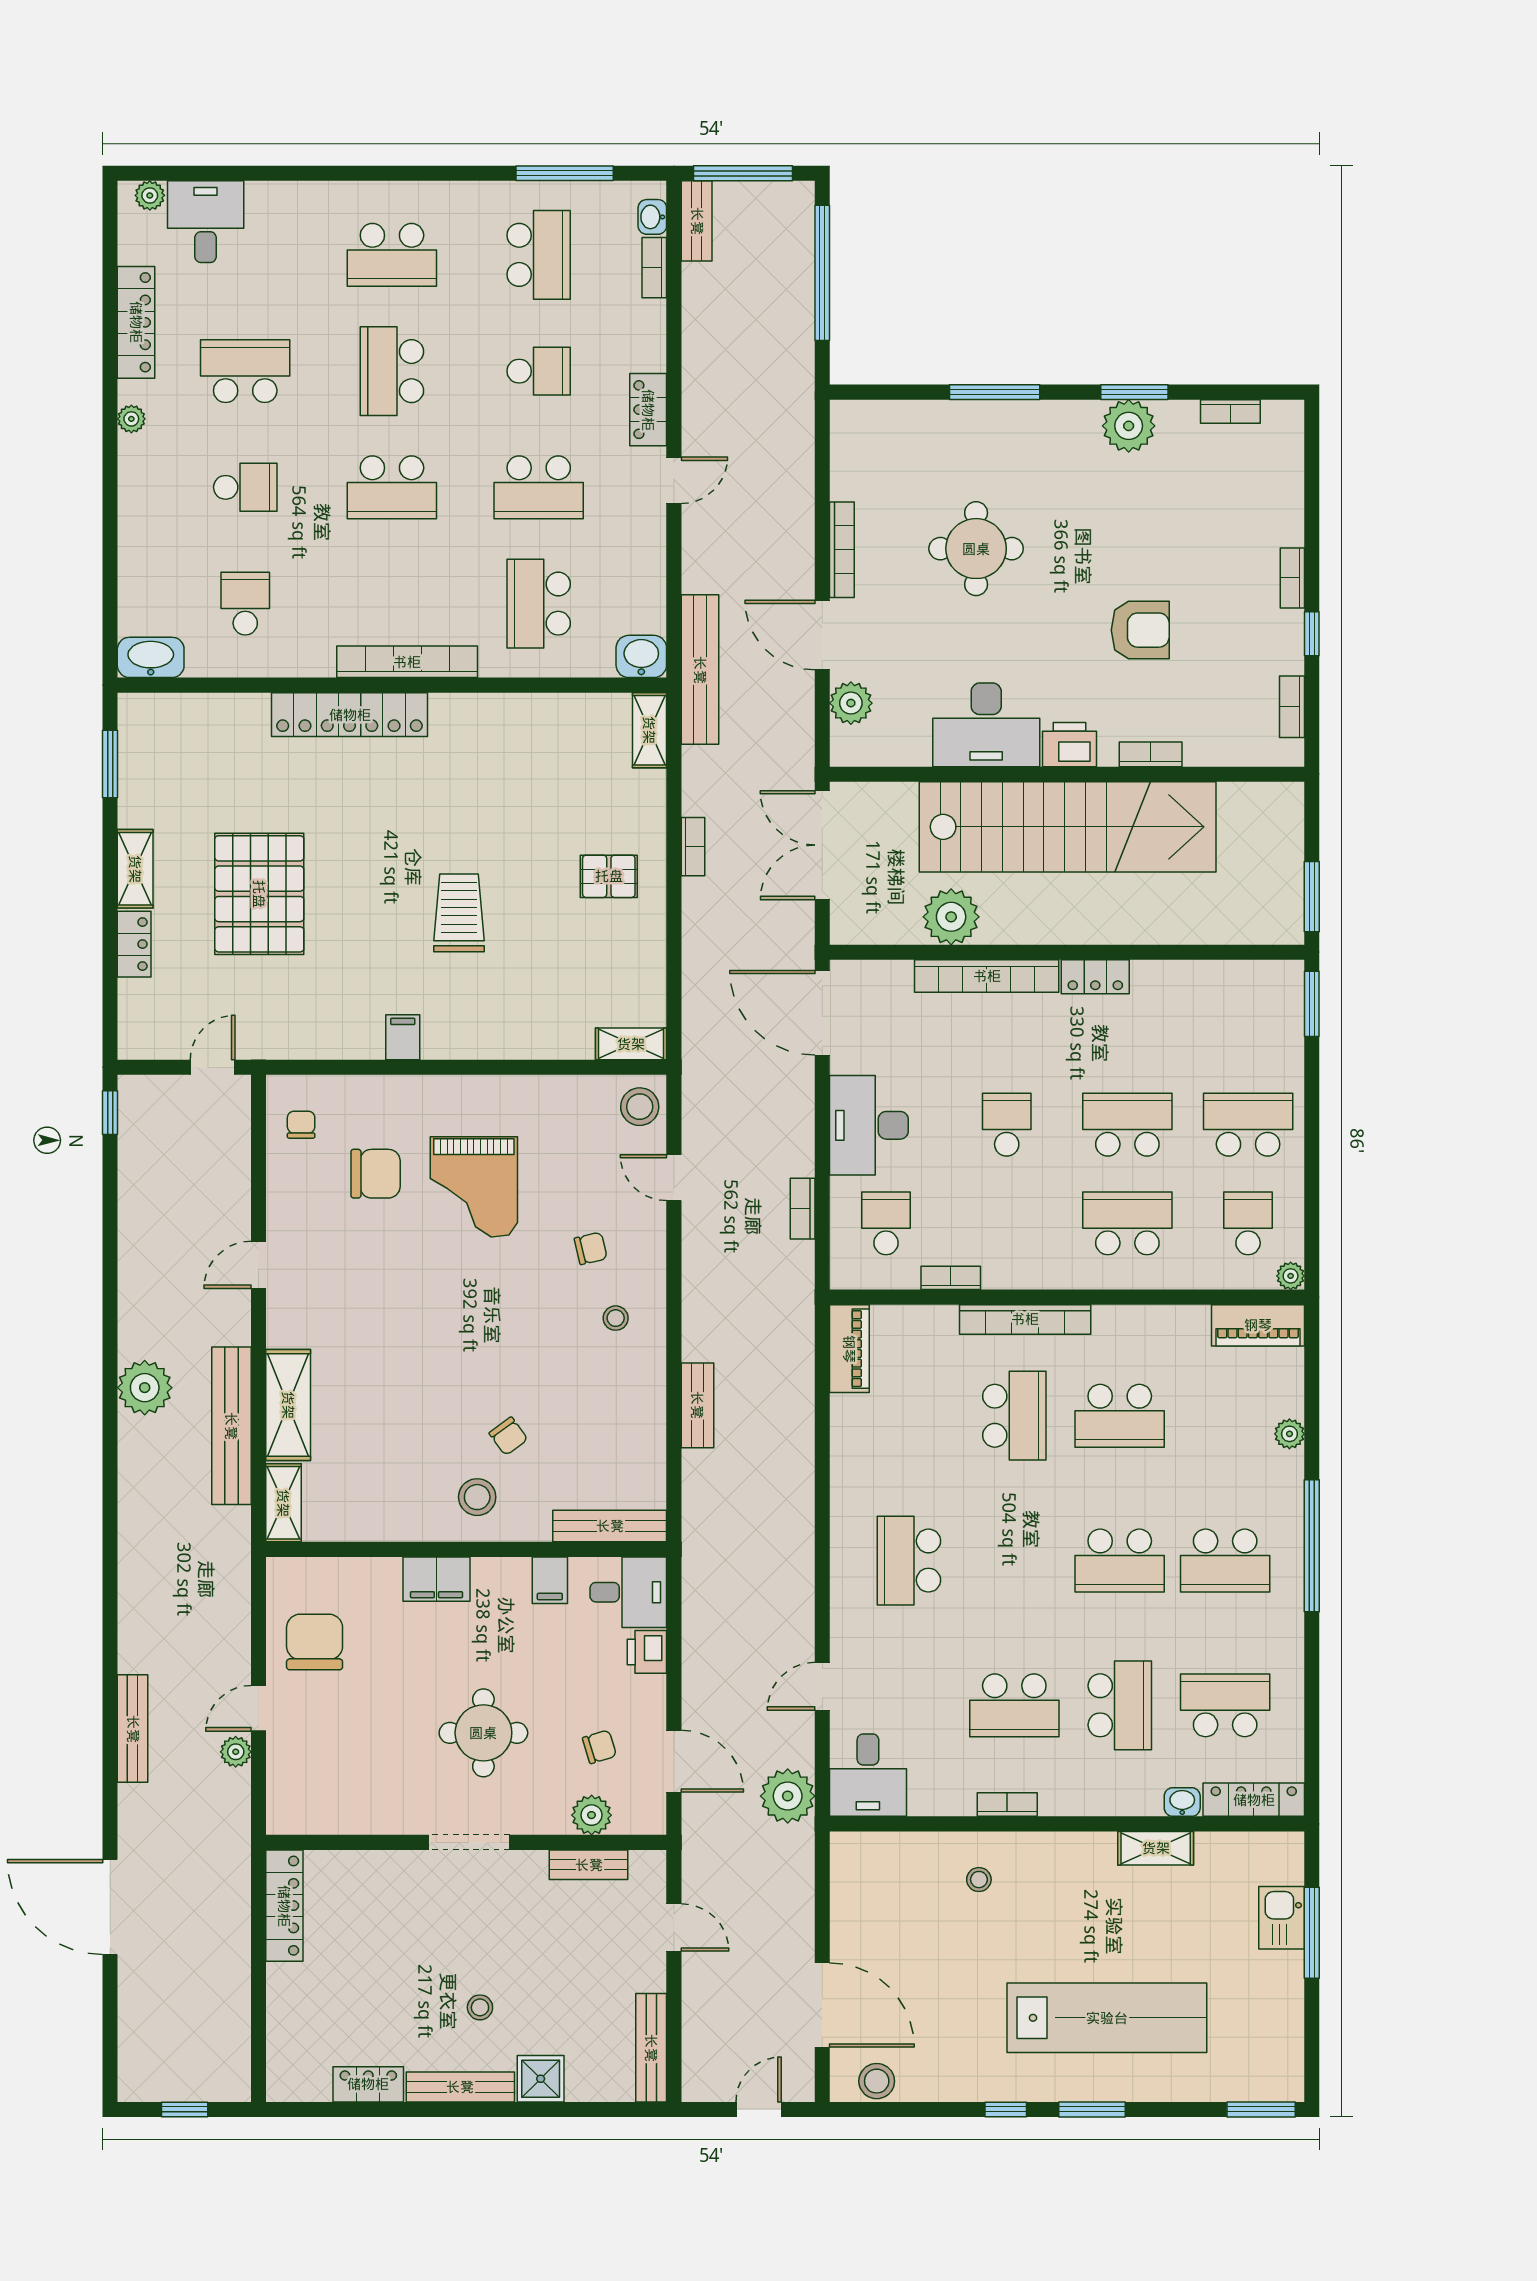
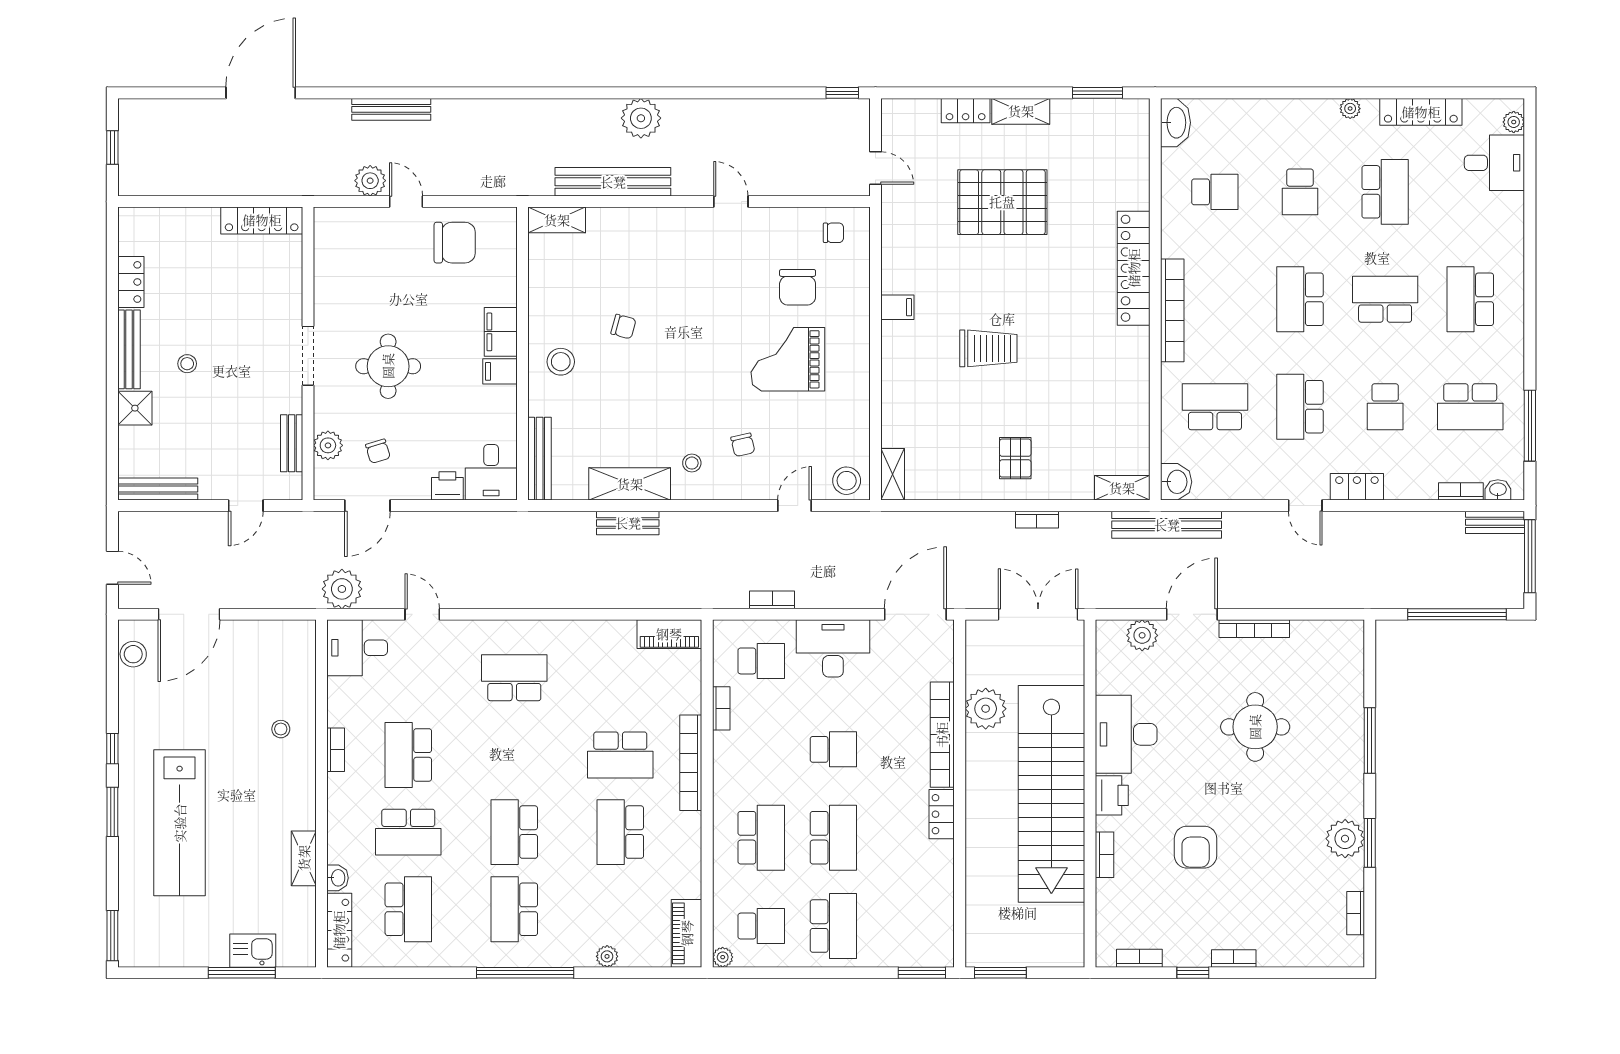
shelving: (288, 1405) -> (630, 484), moved
chair: (508, 1436) -> (623, 327), moved, turned -129
filing cabinet: (550, 1580) -> (500, 371), moved
plant: (236, 1752) -> (370, 181), width x1.38, depth x1.38

